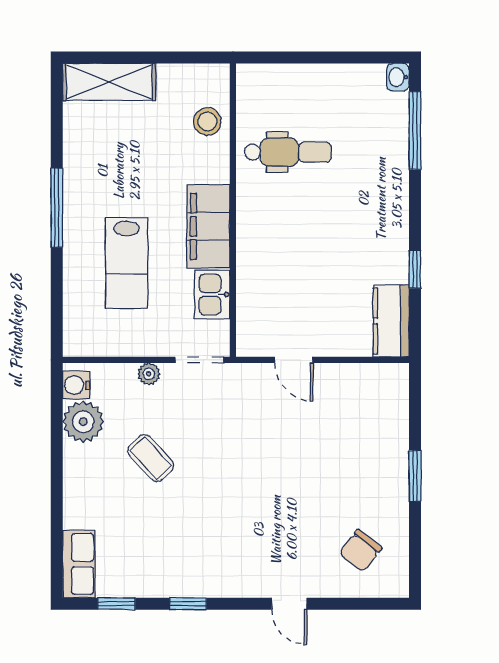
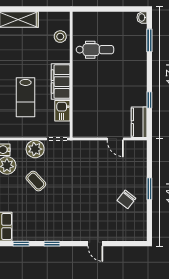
window: (415, 131) -> (149, 40), width x0.69
door: (294, 360) -> (115, 139), moved
plant: (149, 374) -> (35, 149), width x1.88, depth x1.88
chair: (360, 551) -> (126, 199), moved

